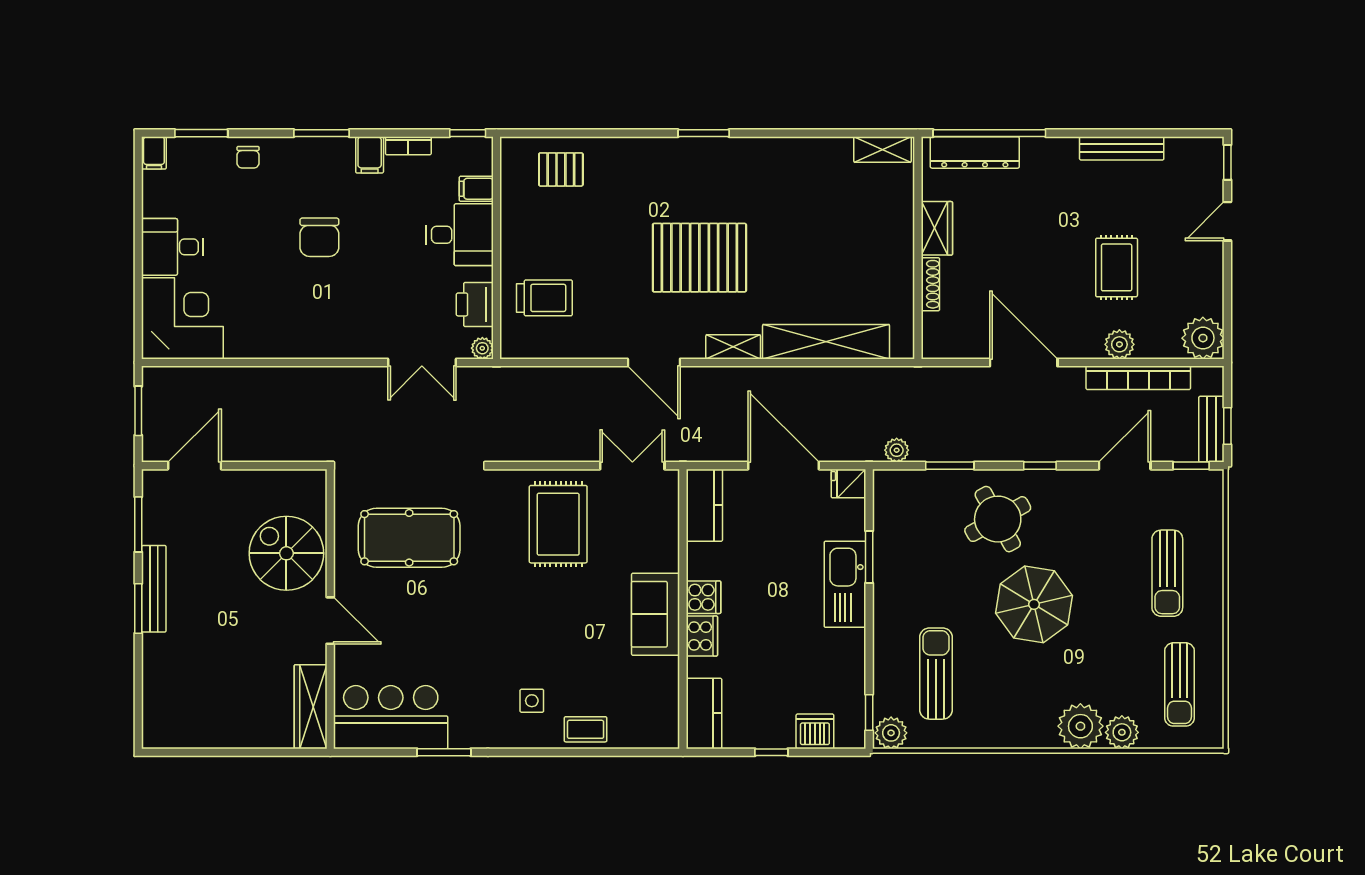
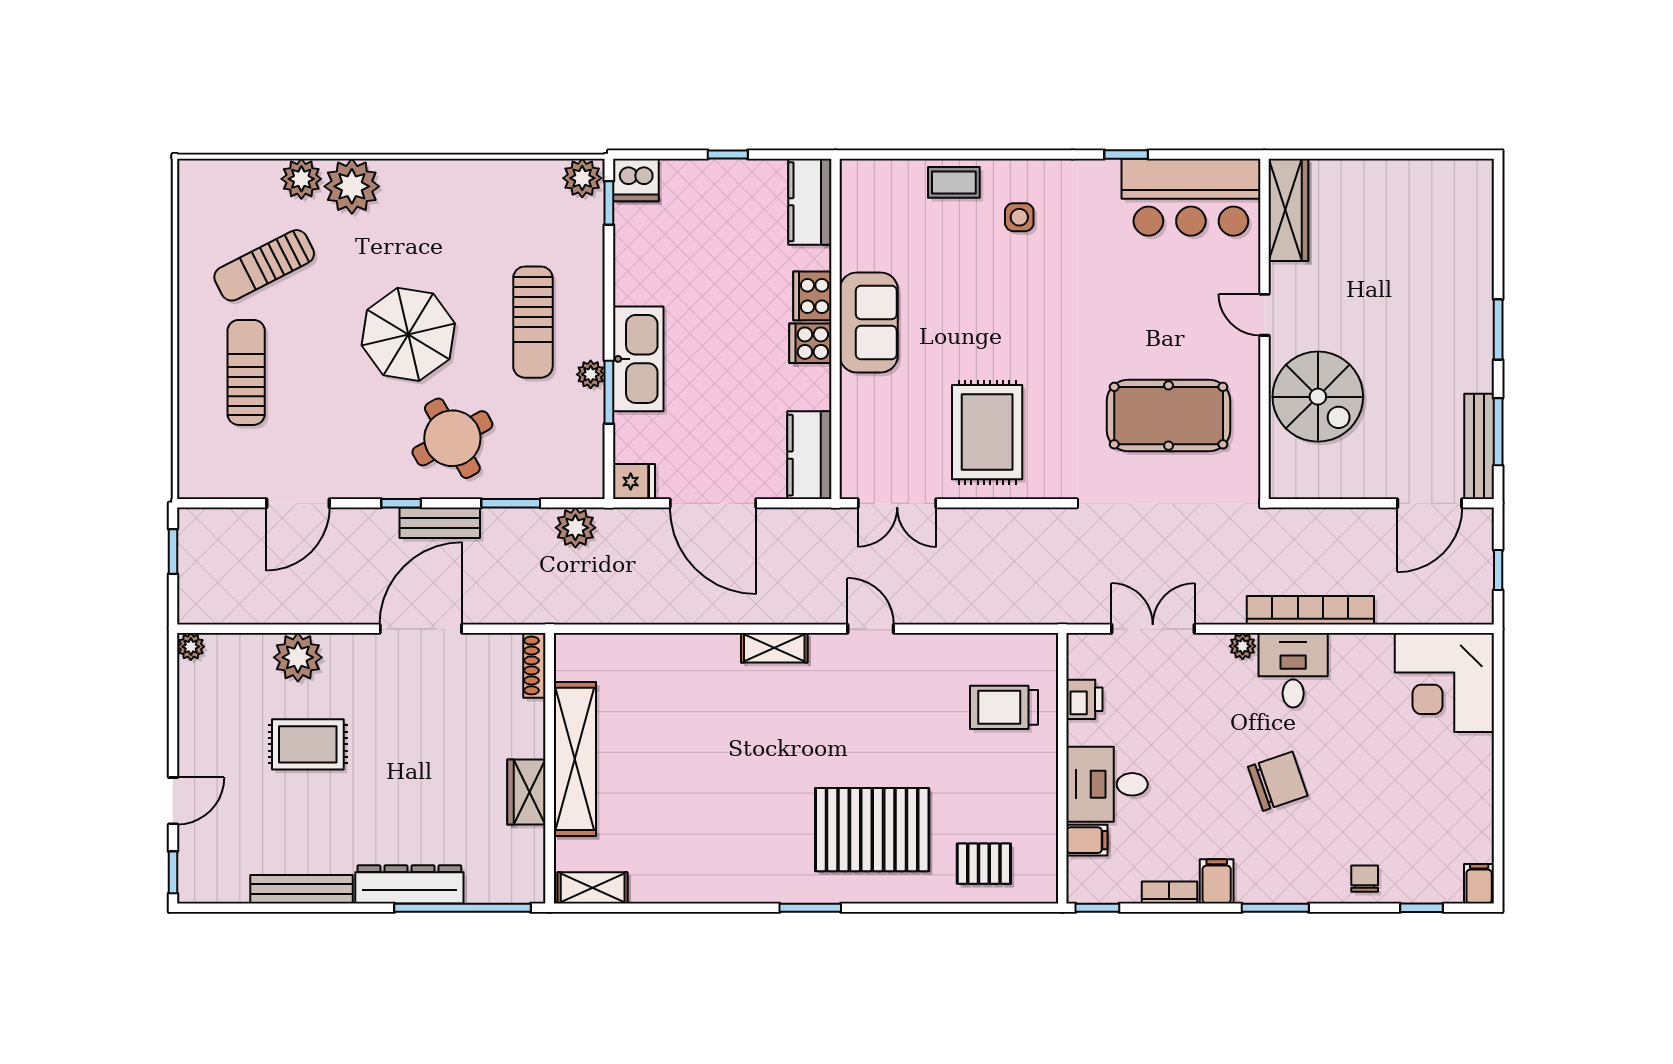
window: (201, 133) -> (1421, 908), width x0.67
dresser: (975, 152) -> (409, 884), moved
chair: (319, 237) -> (1278, 781), turned 71
desk: (172, 247) -> (1293, 670), moved, turned -90
pallet: (699, 258) -> (872, 830), moved
rug: (1117, 267) -> (308, 744), turned 90
shoe rack: (930, 284) -> (534, 665), moved
printer: (475, 304) -> (1084, 699), width x0.73, depth x0.81
plant: (1203, 338) -> (191, 647), width x0.53, depth x0.53
shelving: (826, 342) -> (575, 759), moved, turned 90
plant: (1119, 344) -> (298, 657), width x1.36, depth x1.36
plant: (482, 348) -> (1243, 646), moved
door: (654, 362) -> (871, 629), width x0.73
door: (1024, 362) -> (421, 629), swing flipped
bookcase: (1138, 378) -> (1310, 610), moved
window: (138, 411) -> (1498, 570), width x0.67
bench: (1211, 429) -> (440, 523), moved, turned 90
plant: (897, 450) -> (575, 528), width x1.38, depth x1.38
window: (1191, 466) -> (217, 503), removed
plant: (884, 572) -> (591, 374), added
bench: (154, 589) -> (1479, 446), moved
door: (330, 621) -> (1264, 315), width x0.73
sun lounger: (936, 674) -> (533, 322), moved
sun lounger: (1180, 684) -> (264, 265), moved, turned -117
dishwasher: (815, 731) -> (636, 180), moved
window: (444, 752) -> (1126, 155), width x0.67

